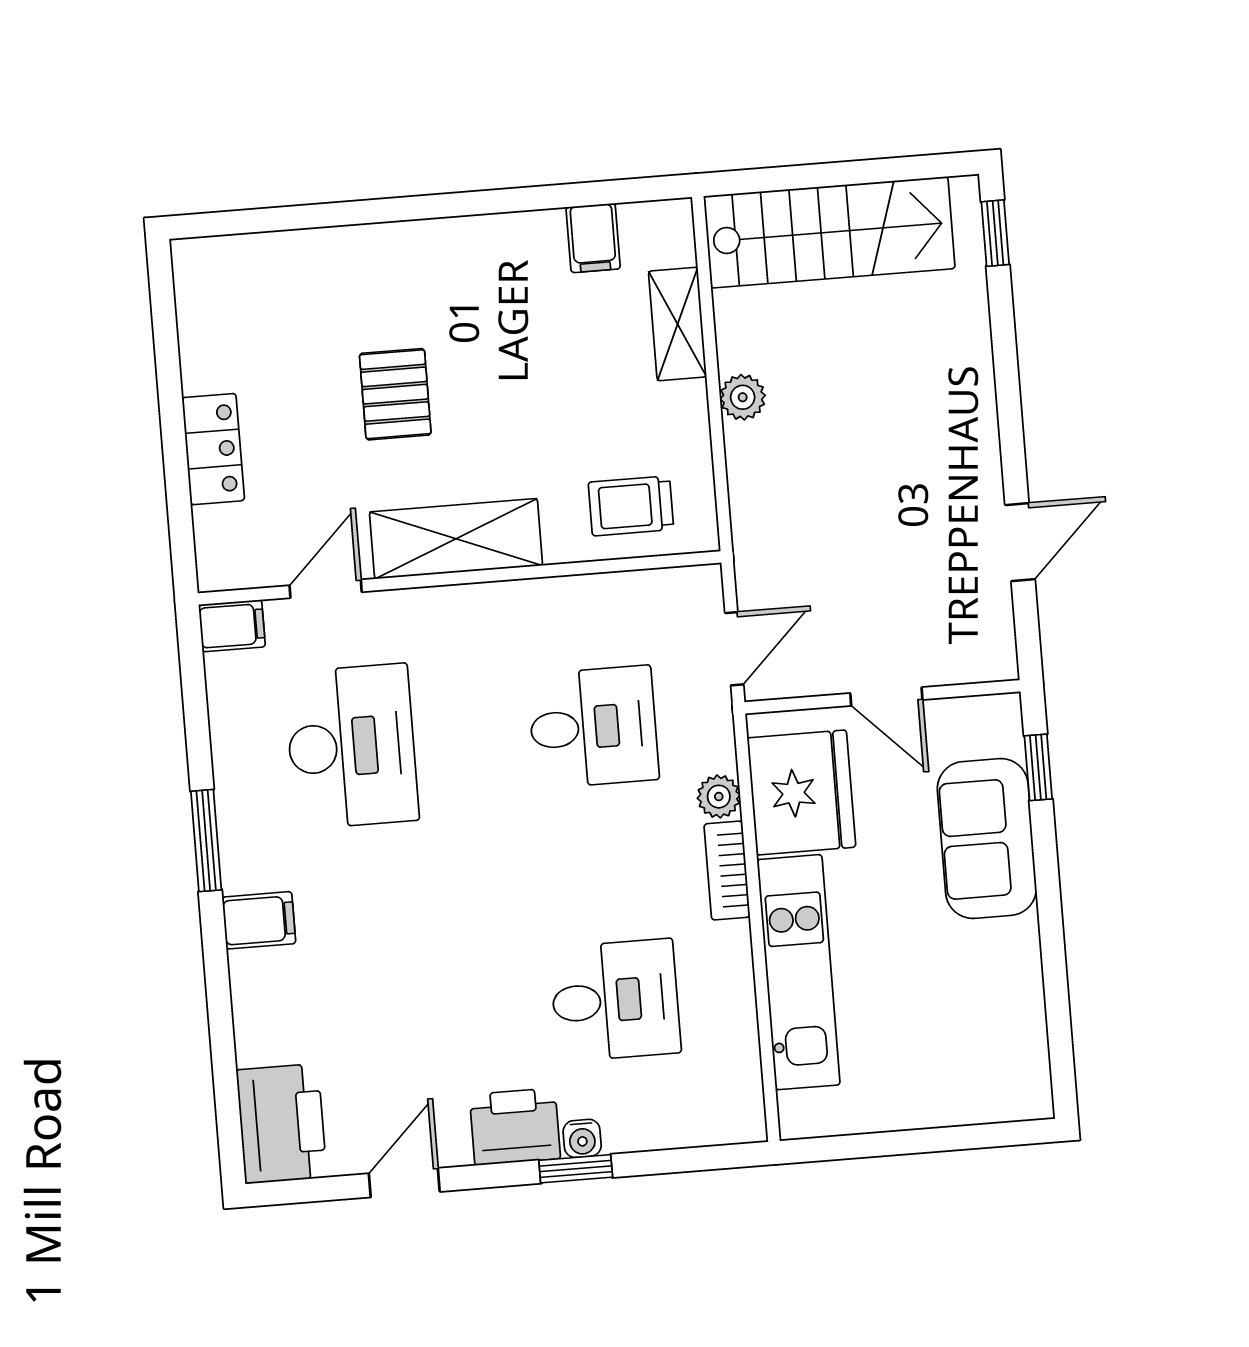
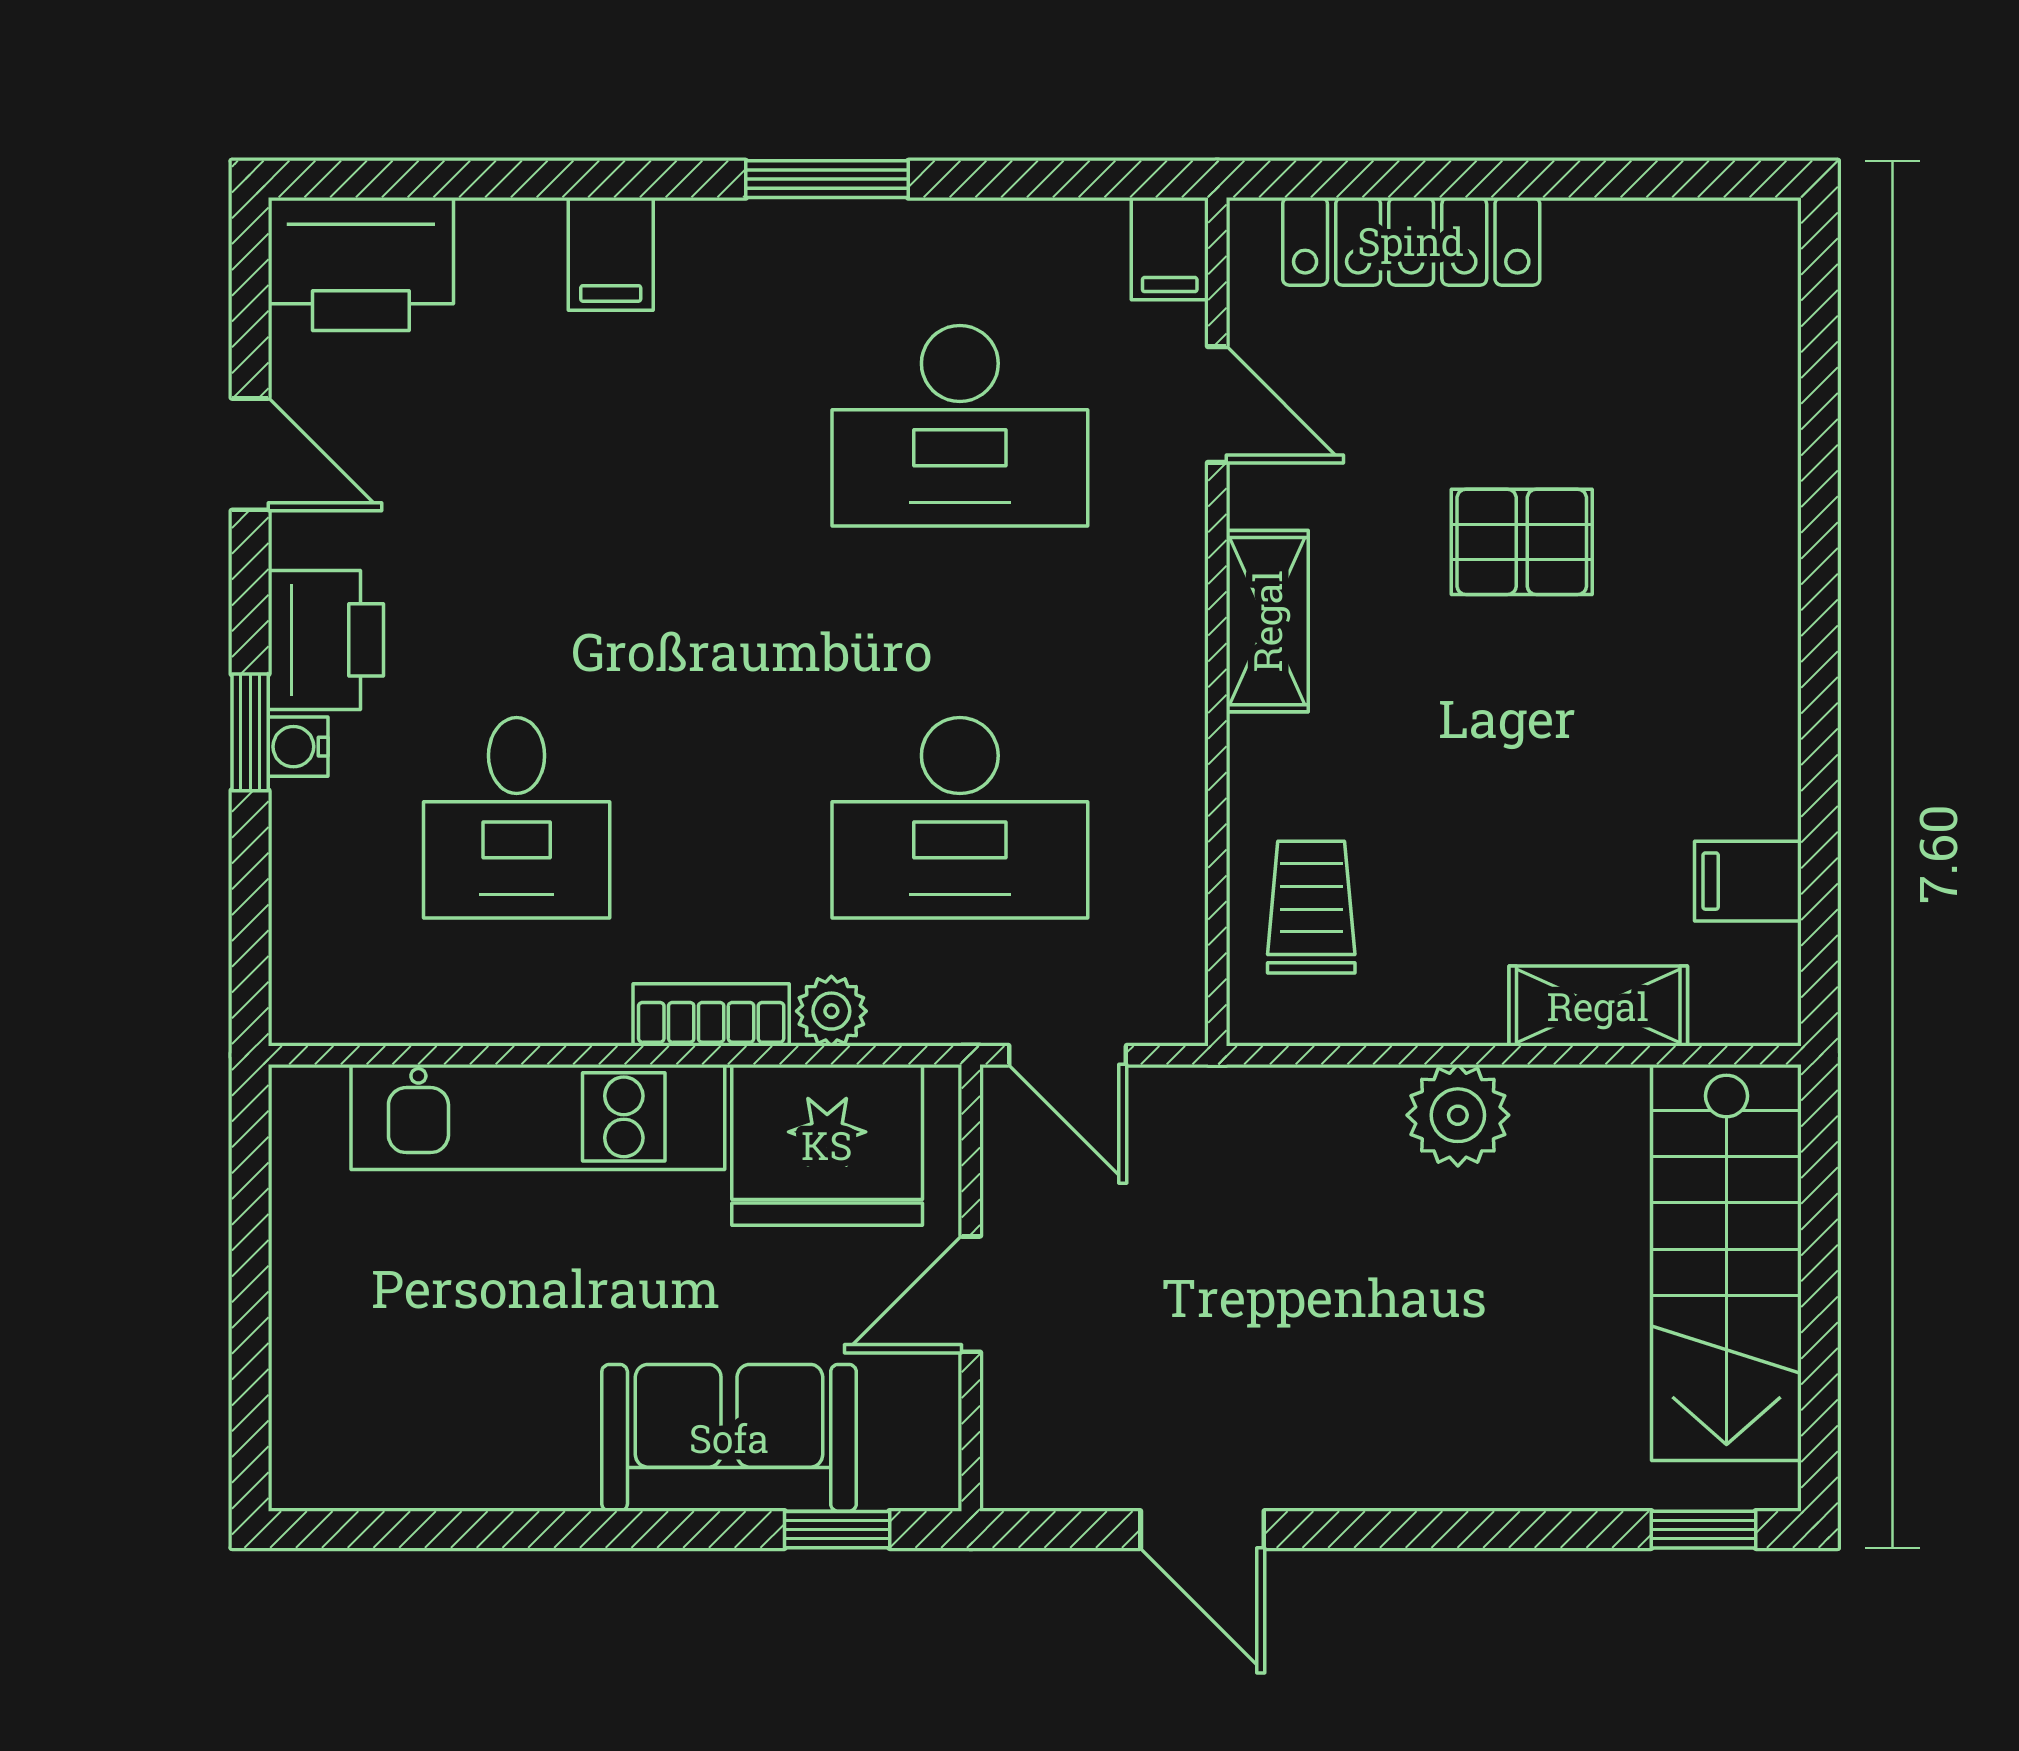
plant: (743, 397) -> (1458, 1115), width x1.38, depth x1.38
locker: (213, 449) -> (1411, 241), width x1.53
shelving: (456, 539) -> (1267, 621), width x0.67, depth x0.75
desk: (593, 727) -> (960, 818), width x1.37
filing cabinet: (259, 920) -> (611, 254), moved

